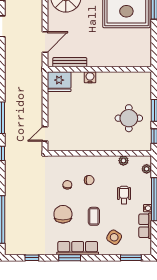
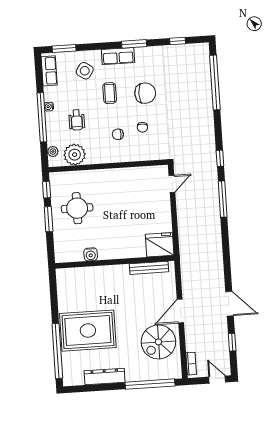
door: (45, 42) -> (180, 311), moved
water cooler: (90, 77) -> (91, 254), moved
plant: (123, 161) -> (75, 155), width x1.87, depth x1.87
chair: (63, 214) -> (145, 93), turned -90
row of seats: (145, 226) -> (49, 71), moved
row of seats: (78, 248) -> (118, 56), width x0.68

